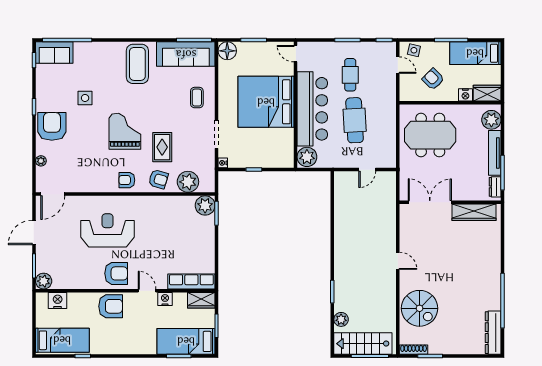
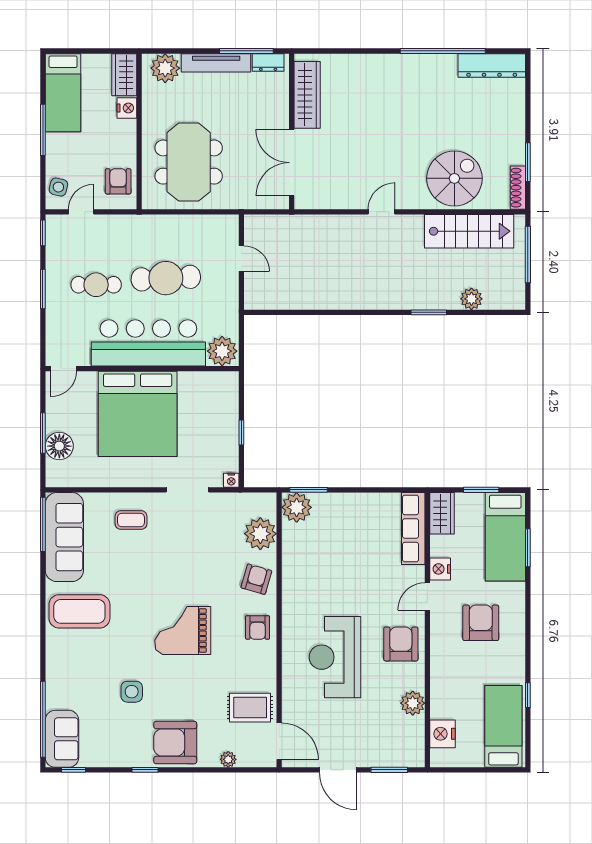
floor lamp: (227, 51) -> (59, 446), moved
armchair: (433, 79) -> (118, 181), moved, turned 135
rug: (162, 147) -> (250, 708), moved
plant: (44, 281) -> (413, 703), moved
armchair: (111, 306) -> (481, 623), moved
stairs: (363, 344) -> (469, 231), moved, turned -90

